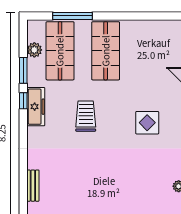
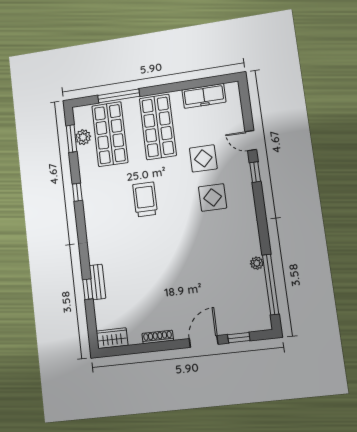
window: (23, 70) -> (72, 139), moved
display table: (143, 86) -> (203, 158), added
freezer: (36, 107) -> (204, 96), moved, turned 90
window: (23, 191) -> (88, 289), added

